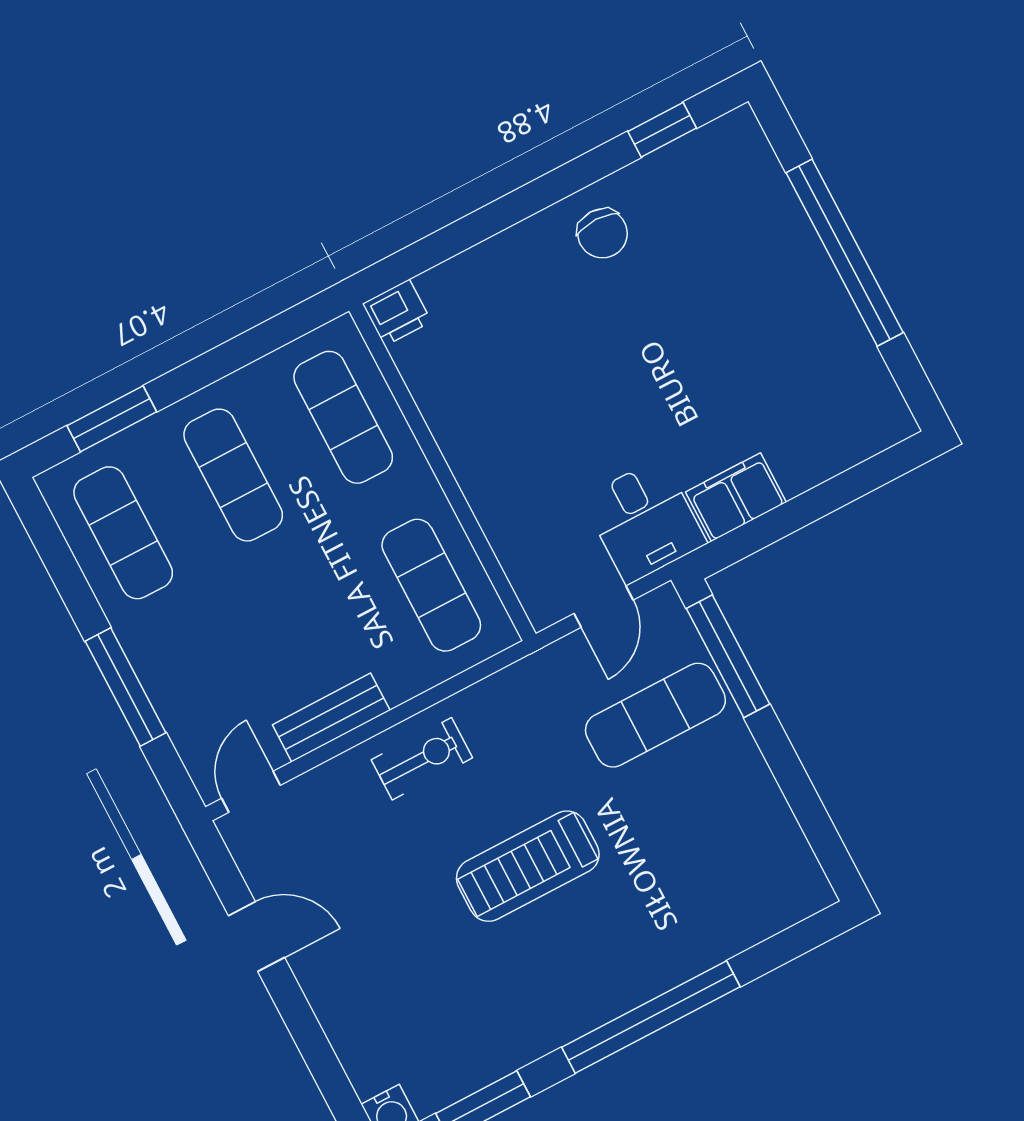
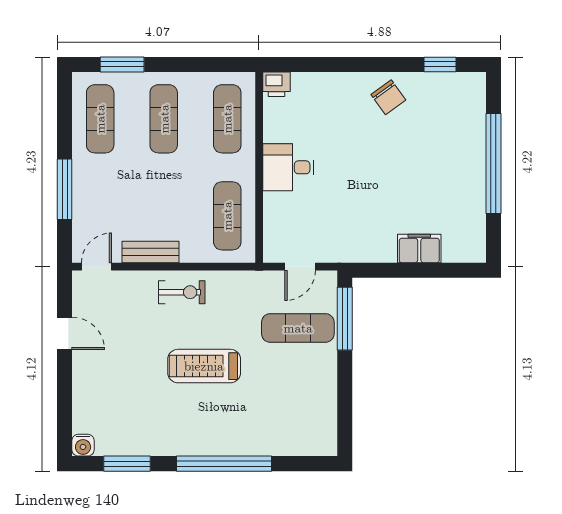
chair: (602, 233) -> (388, 97), turned -36
filing cabinet: (736, 497) -> (419, 248), moved
desk: (644, 521) -> (288, 167), moved, turned 90

